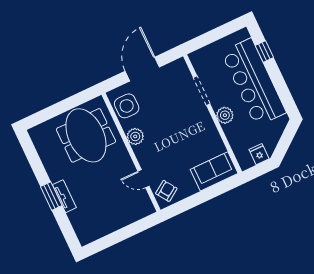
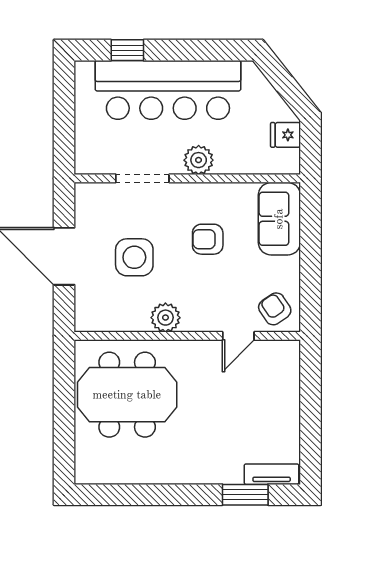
side table: (127, 106) -> (134, 257), moved
armchair: (186, 139) -> (208, 239), added
window: (51, 196) -> (245, 495), moved
tv unit: (64, 196) -> (272, 474), moved

